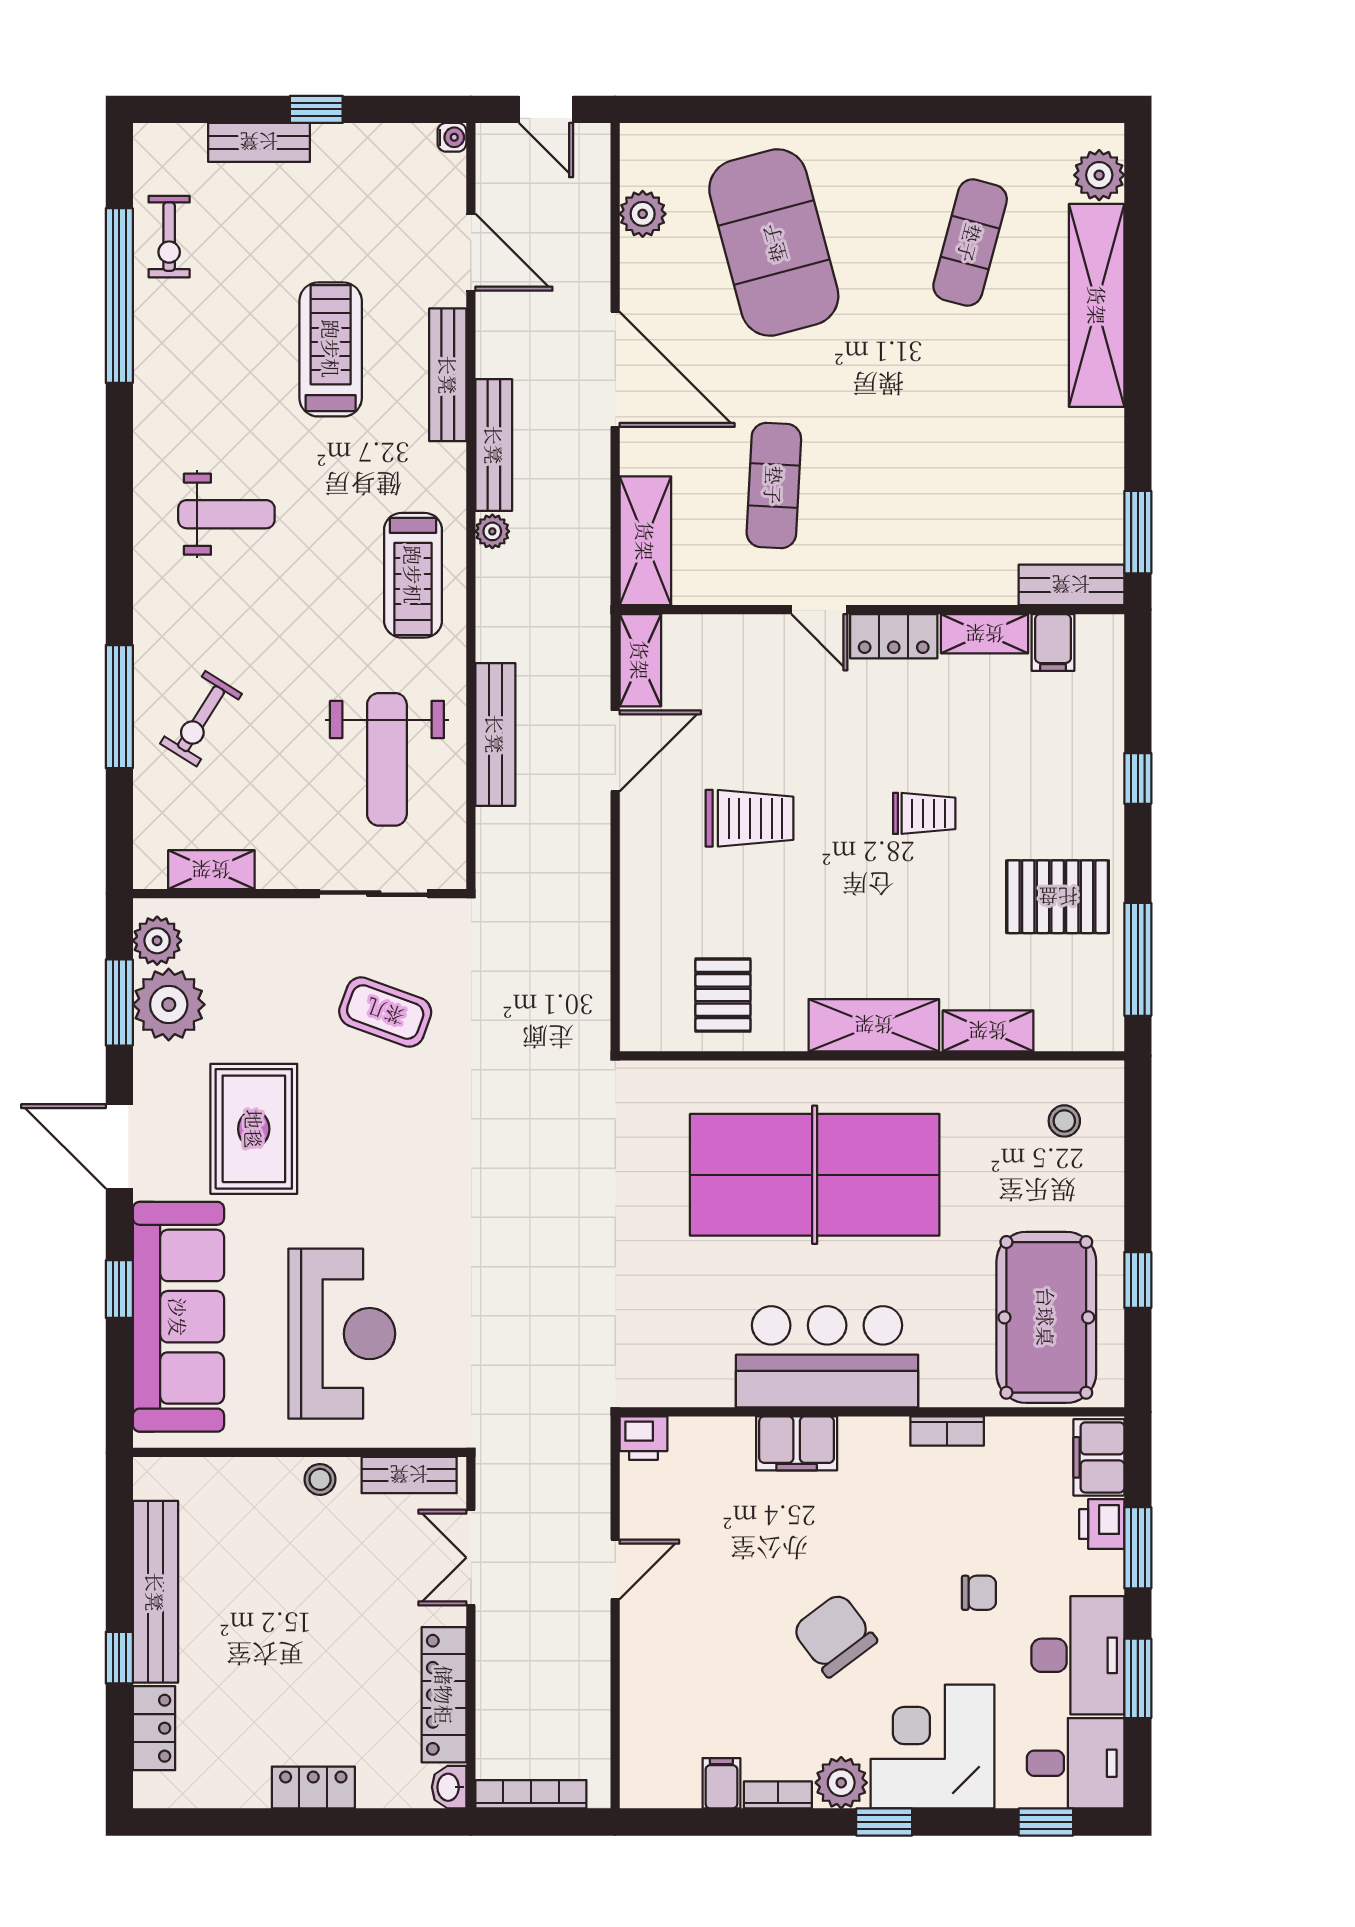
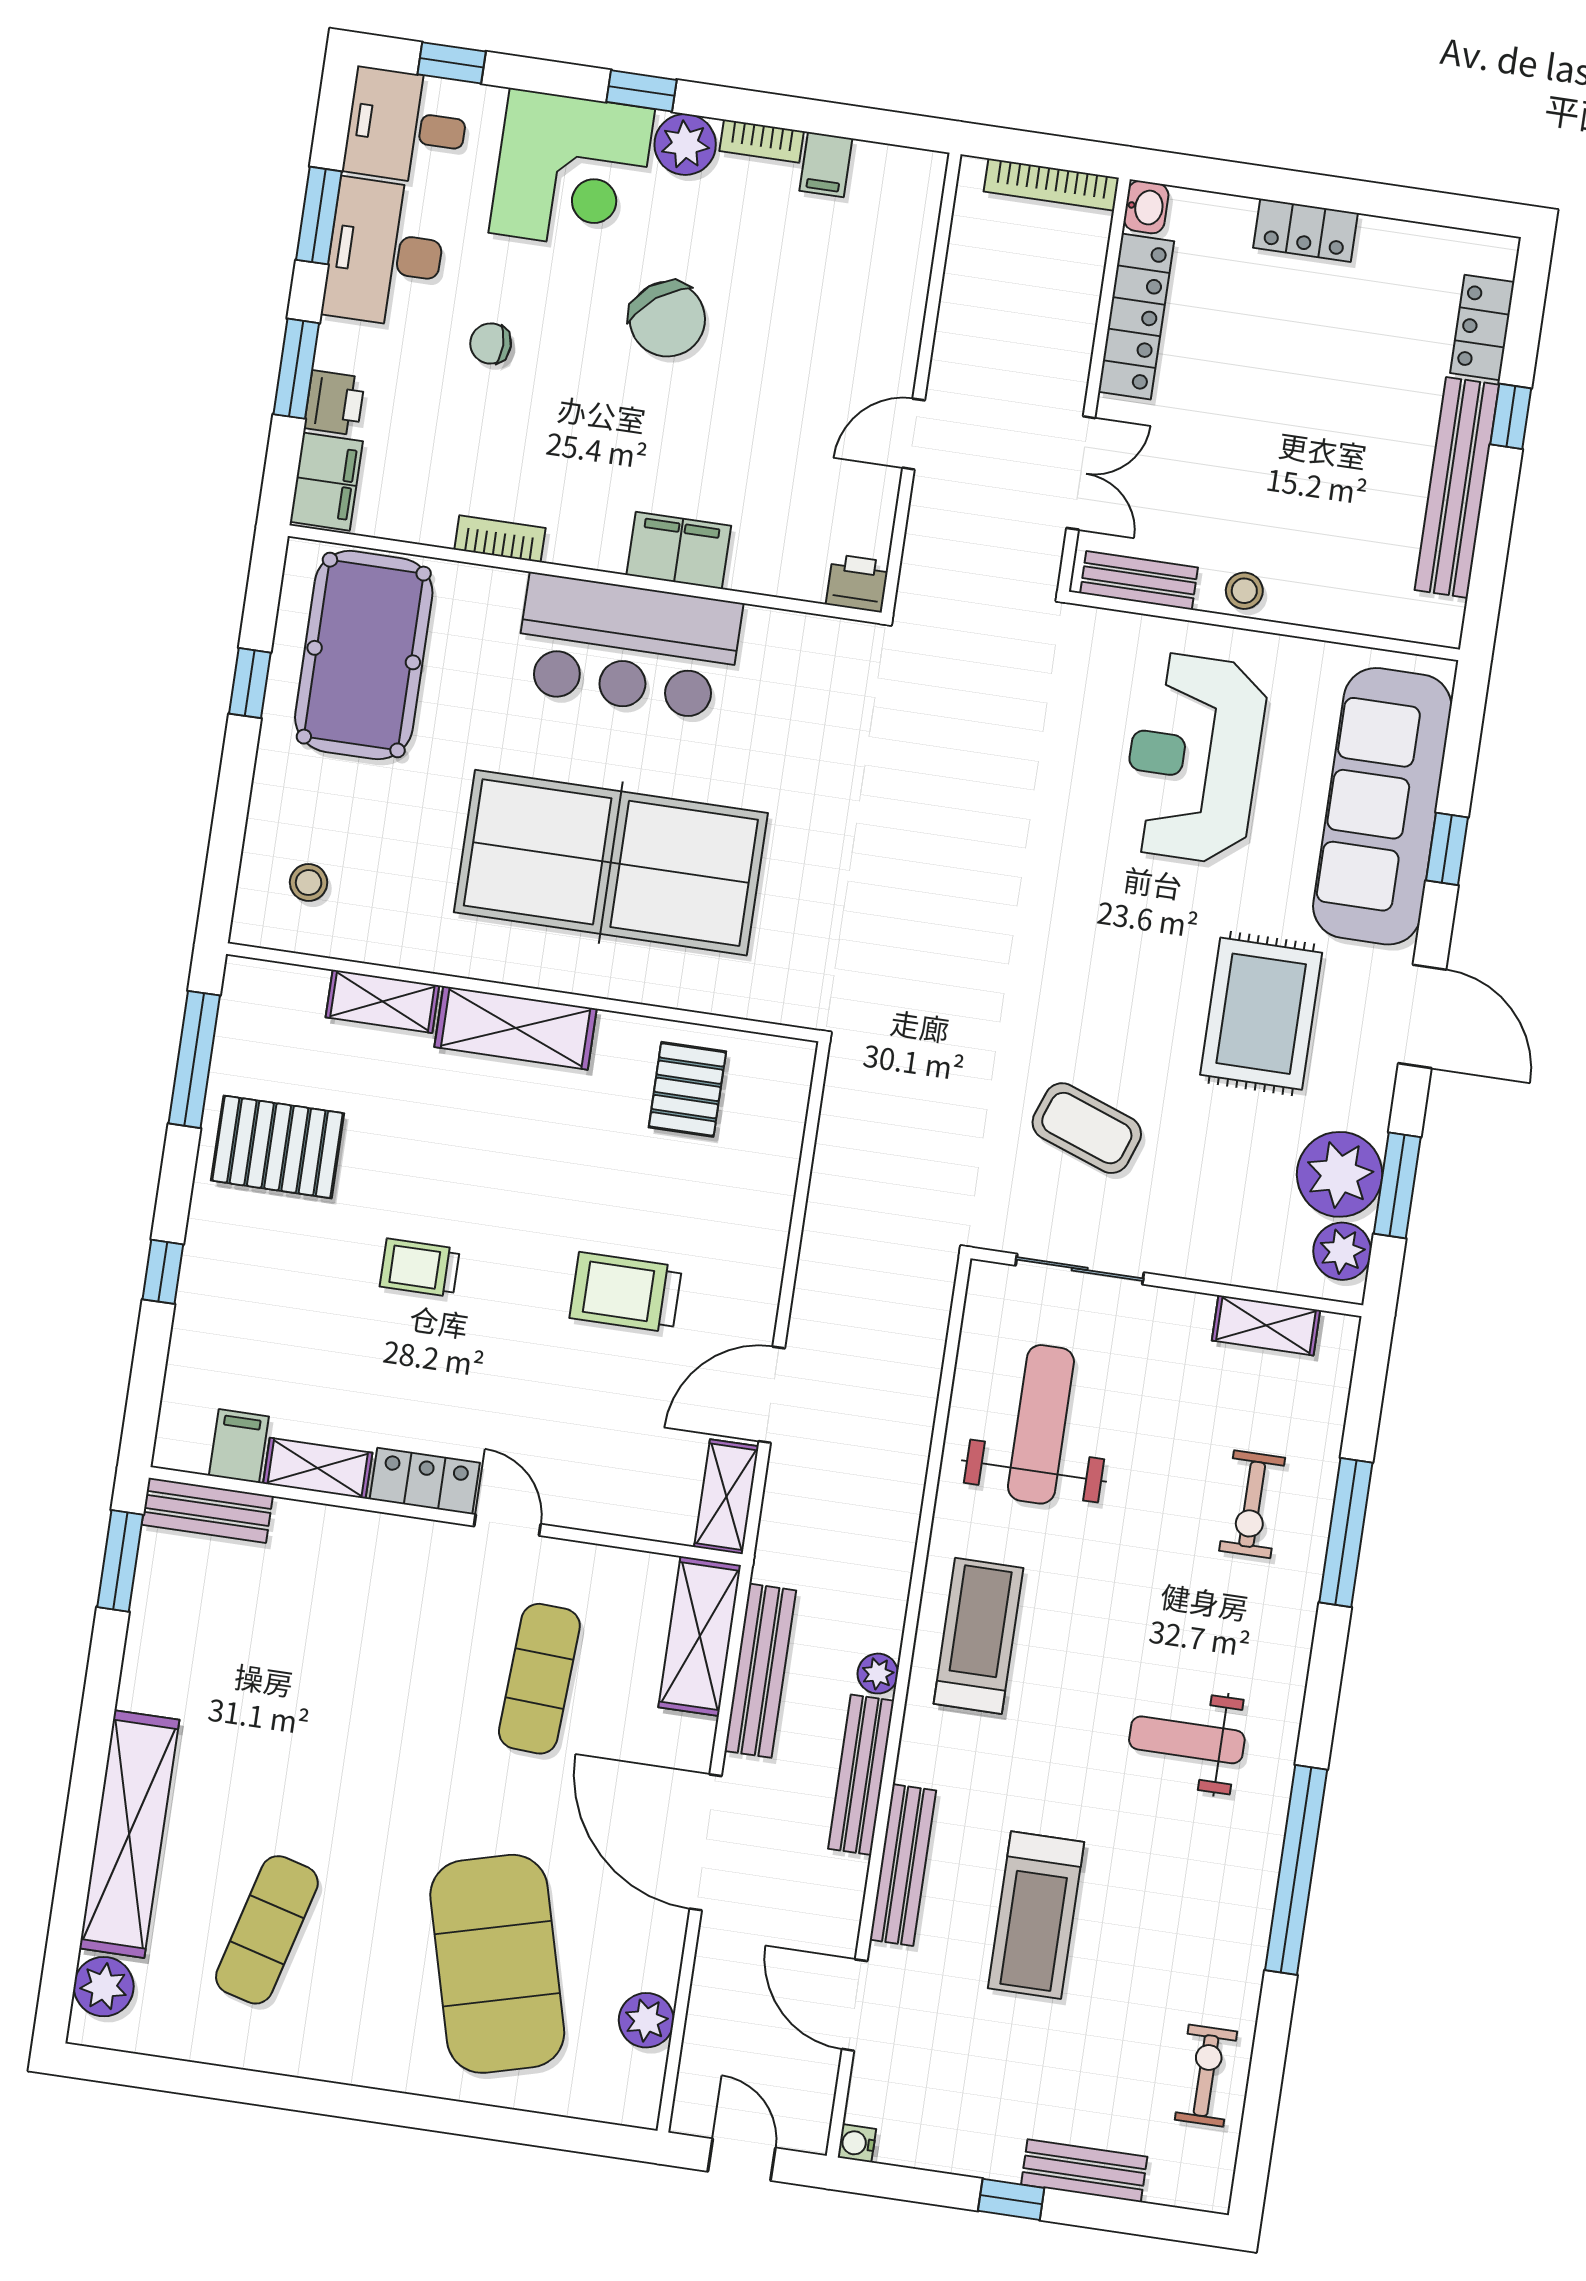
window: (119, 296) -> (1296, 1870), moved
exercise bike: (201, 719) -> (1252, 1504), turned 148
bench: (495, 734) -> (760, 1671), moved

